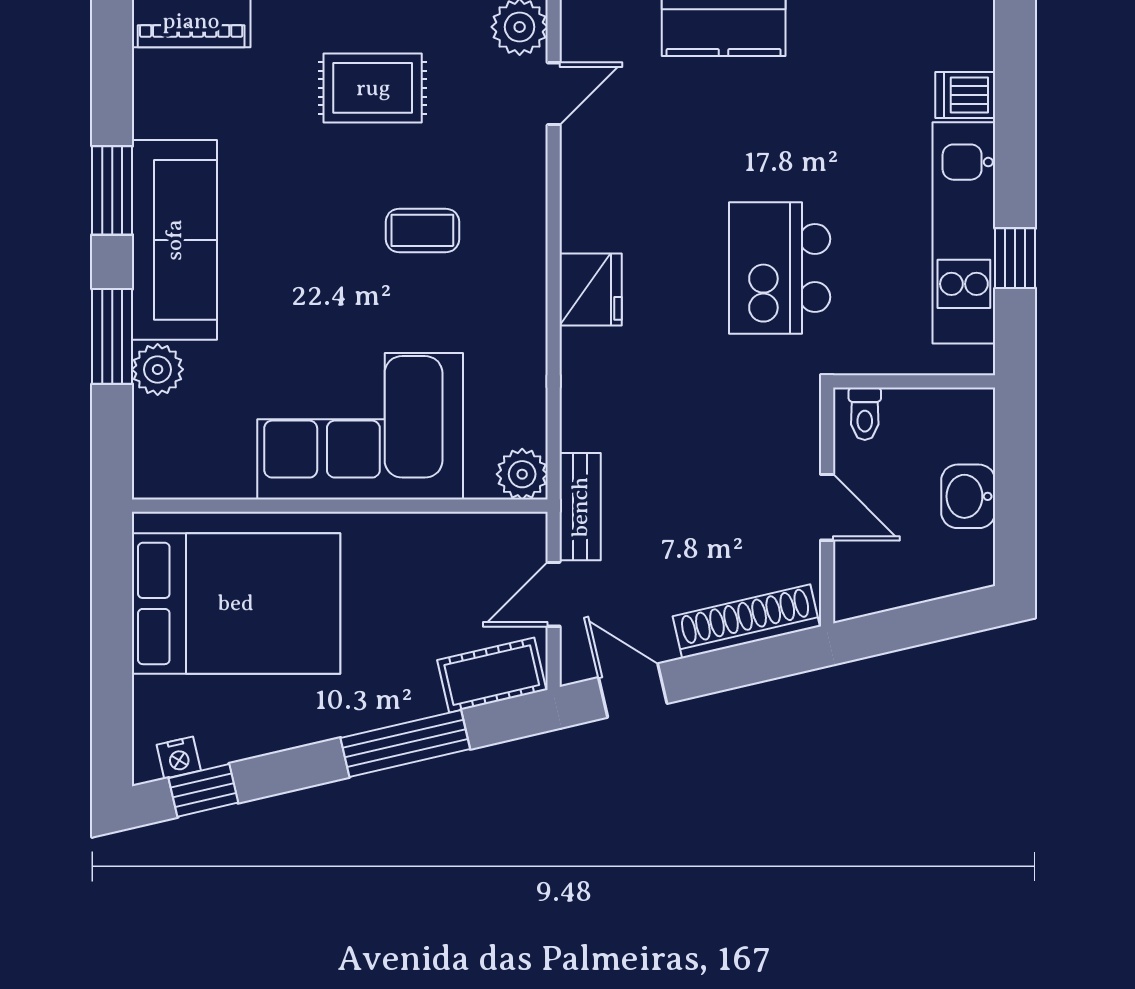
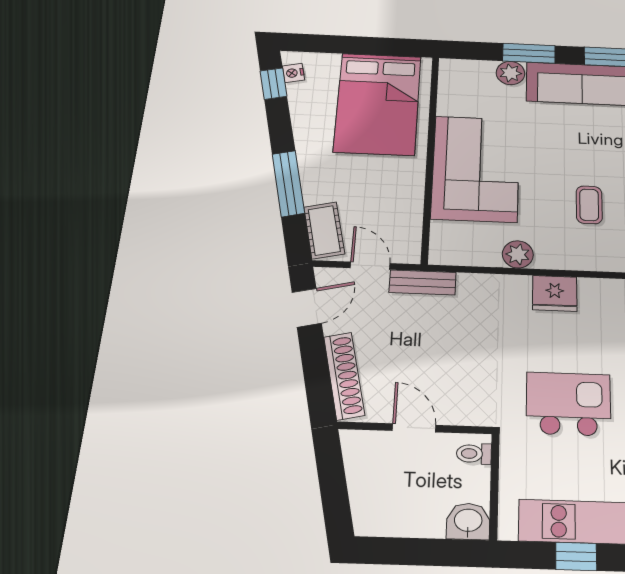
plant: (522, 474) -> (518, 254), moved
washbasin: (968, 496) -> (468, 521), moved
door: (827, 507) -> (414, 428), swing flipped

